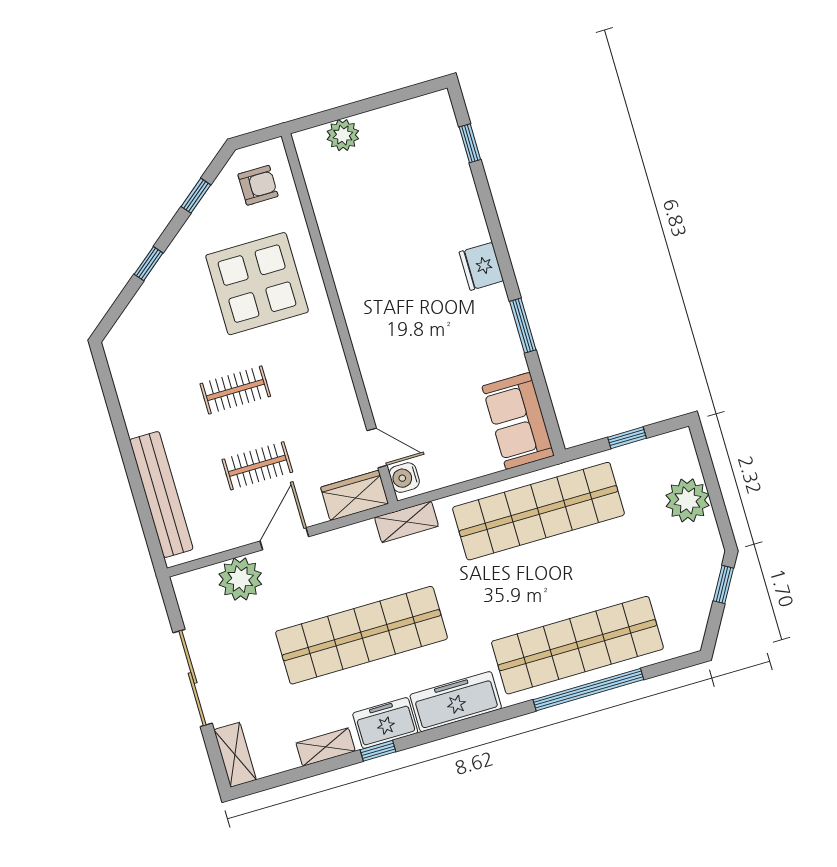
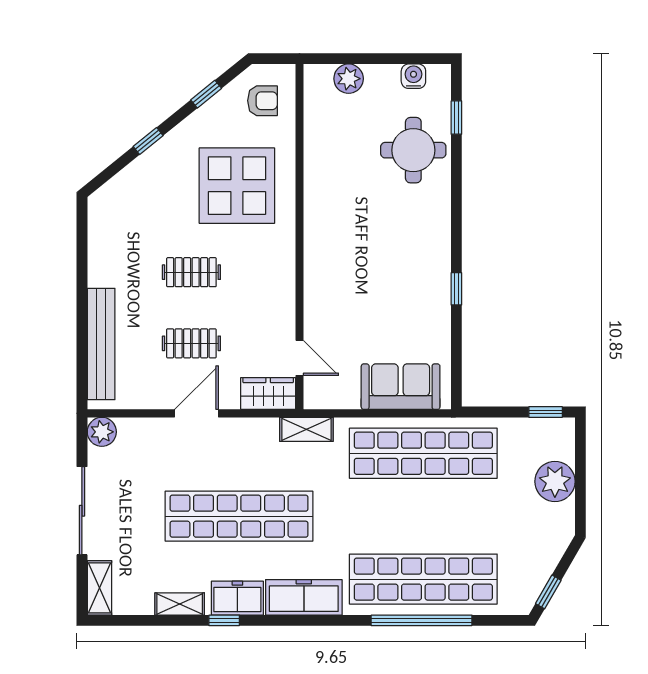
round table: (434, 191) -> (413, 150), added
fridge: (481, 266) -> (435, 227), removed
window: (523, 326) -> (456, 289), width x0.67
sofa: (518, 421) -> (401, 387), moved, turned 90
window: (627, 438) -> (546, 412), moved
water cooler: (404, 478) -> (413, 76), moved, turned 90
plant: (240, 579) -> (102, 432), moved, width x0.73, depth x0.73
window: (723, 585) -> (548, 592), moved

